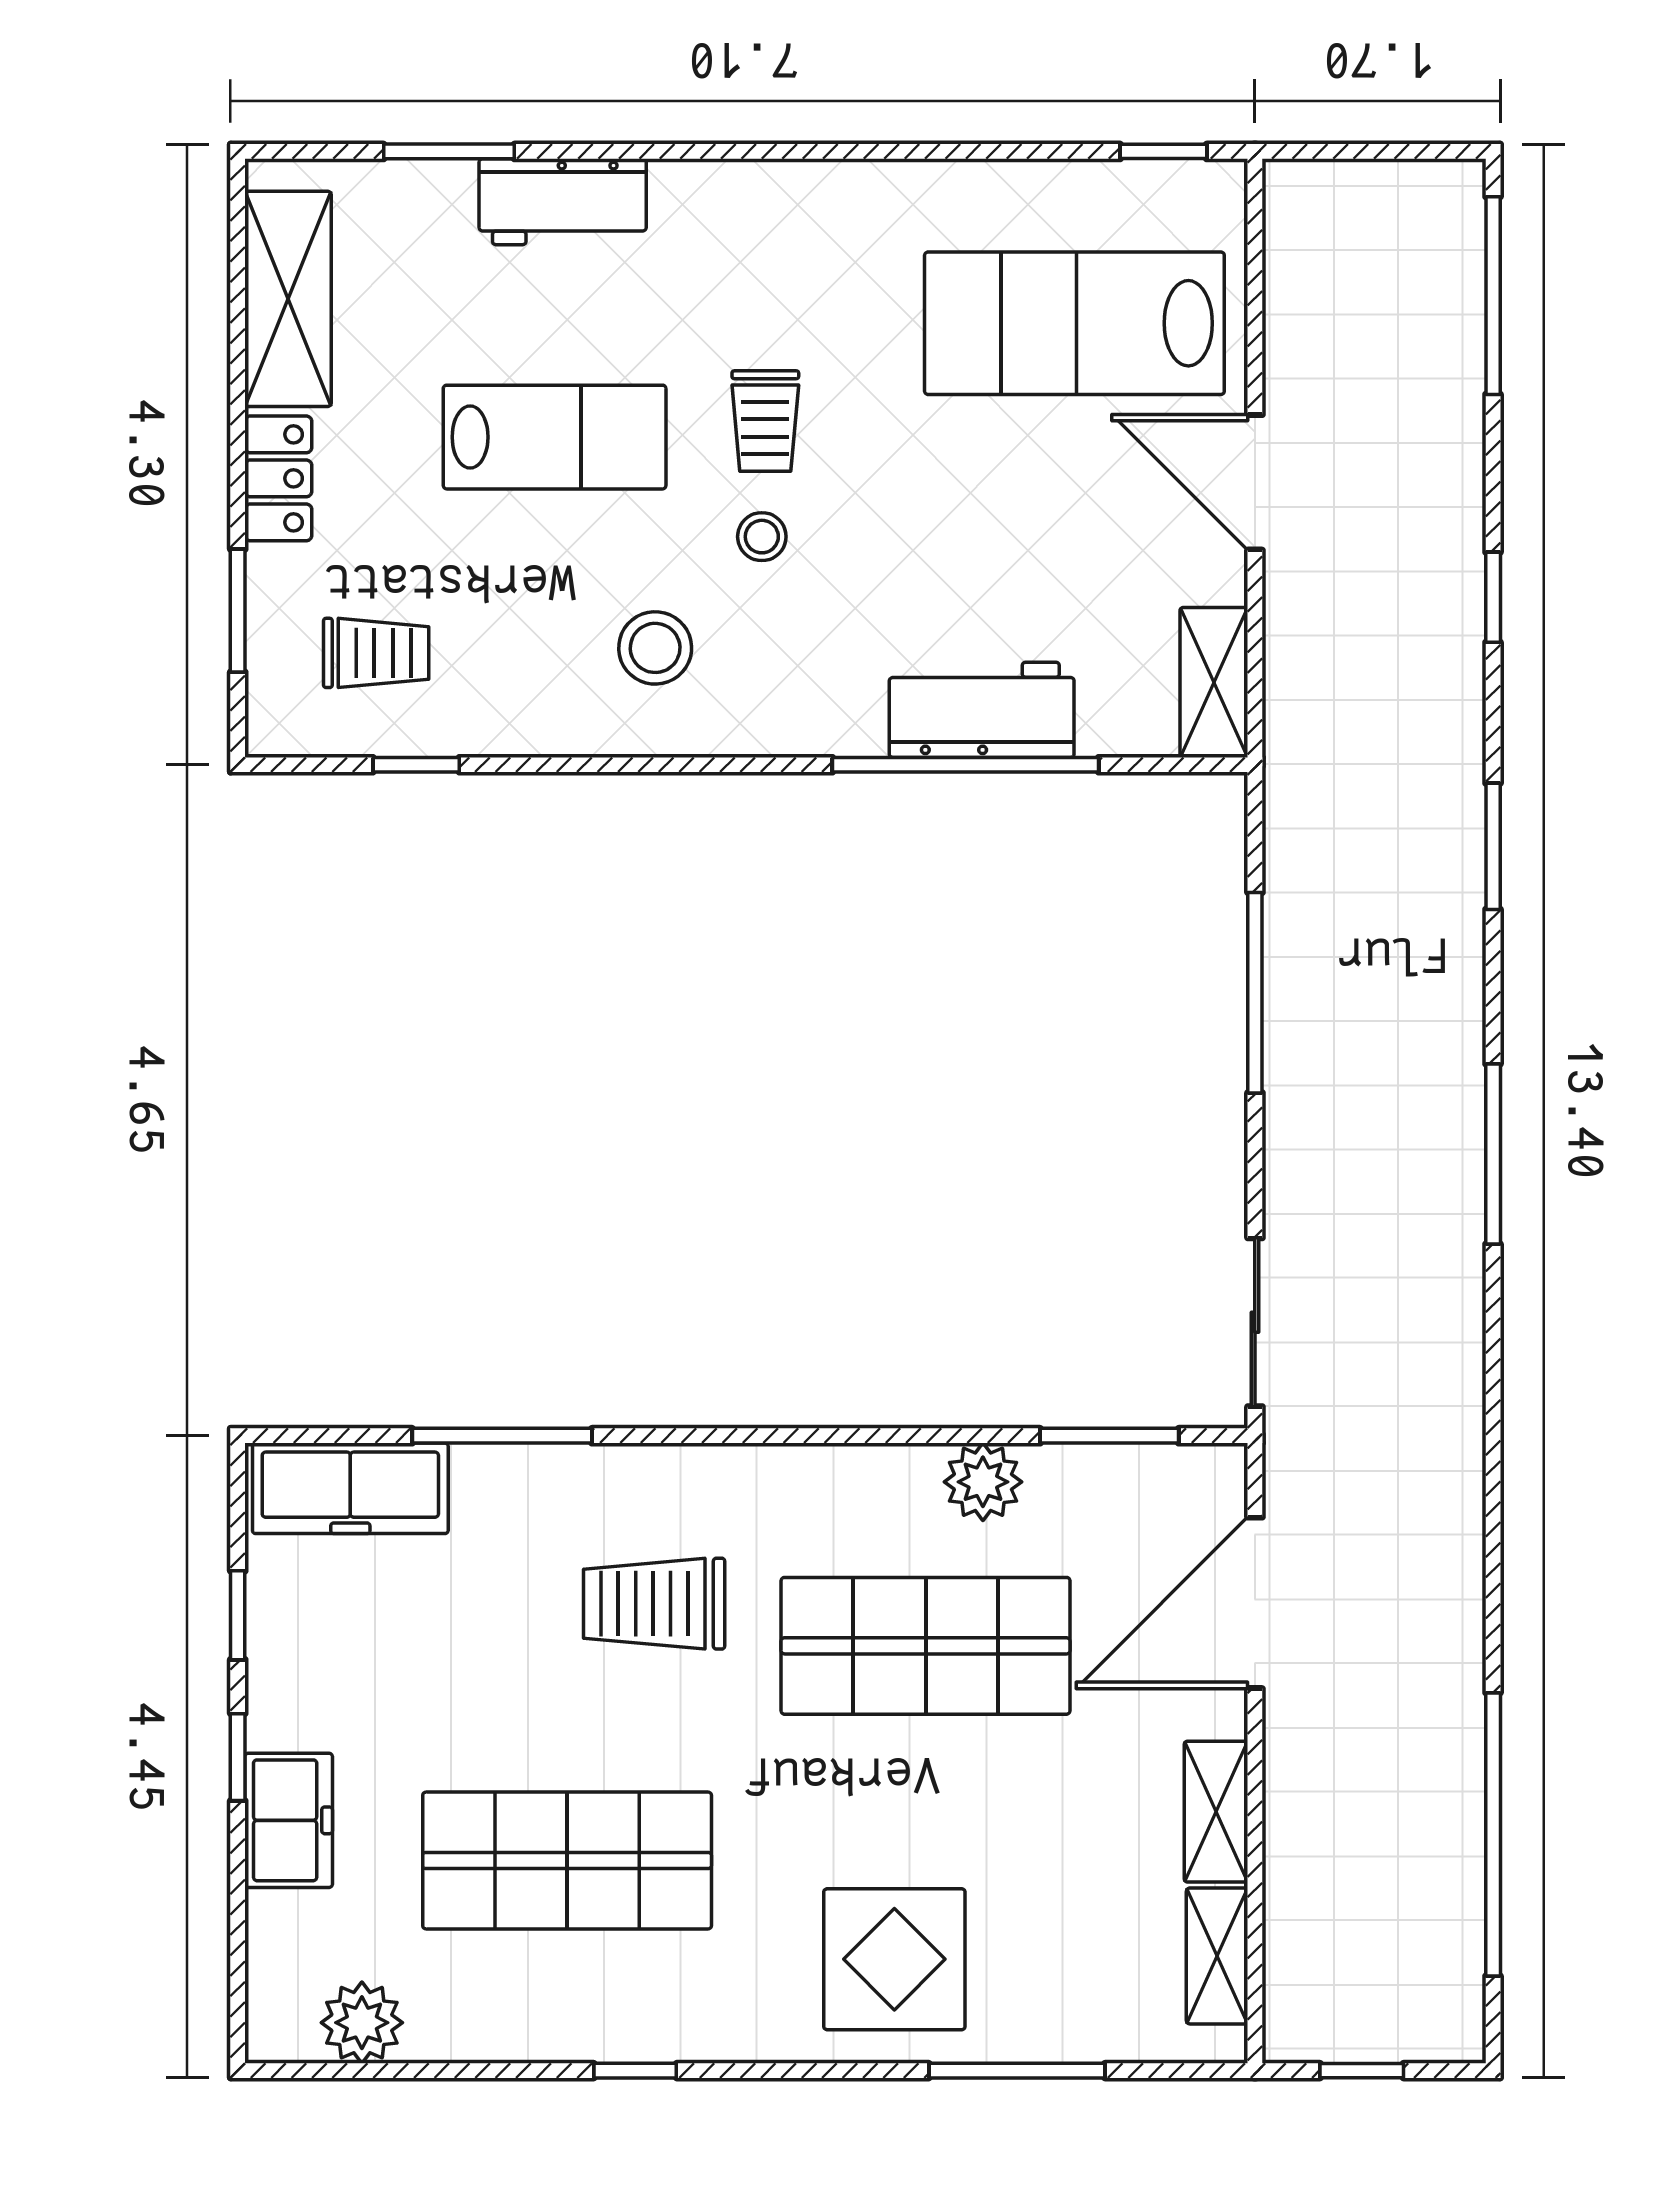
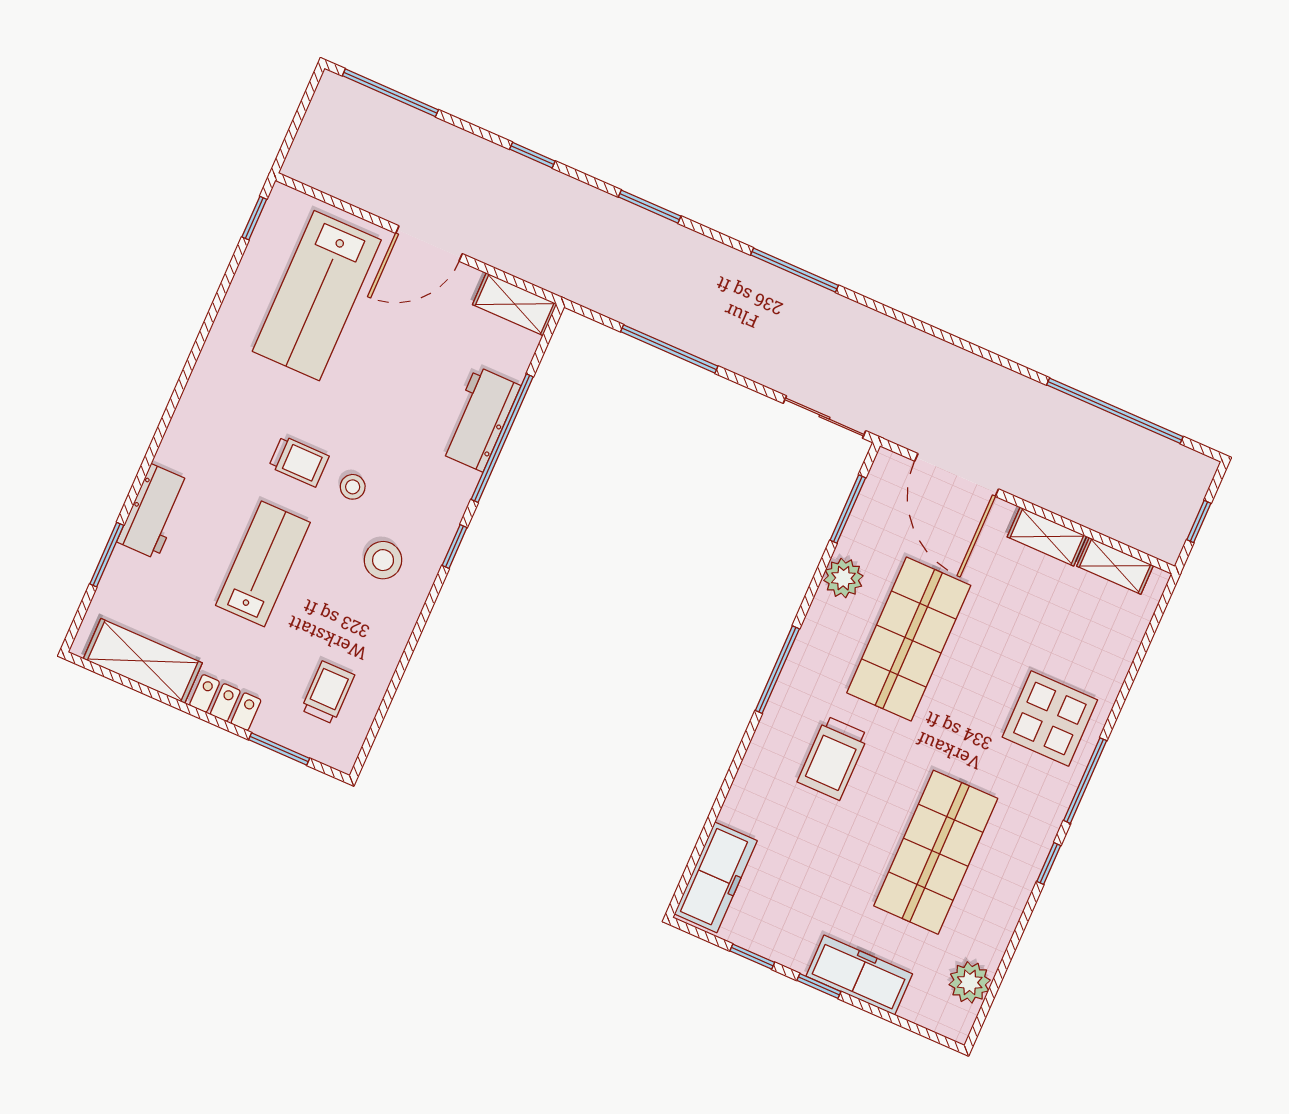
window: (416, 765) -> (455, 547), moved
window: (502, 1436) -> (777, 670), moved
freezer: (289, 1820) -> (859, 975), width x1.40
window: (1017, 2071) -> (1085, 781), moved

